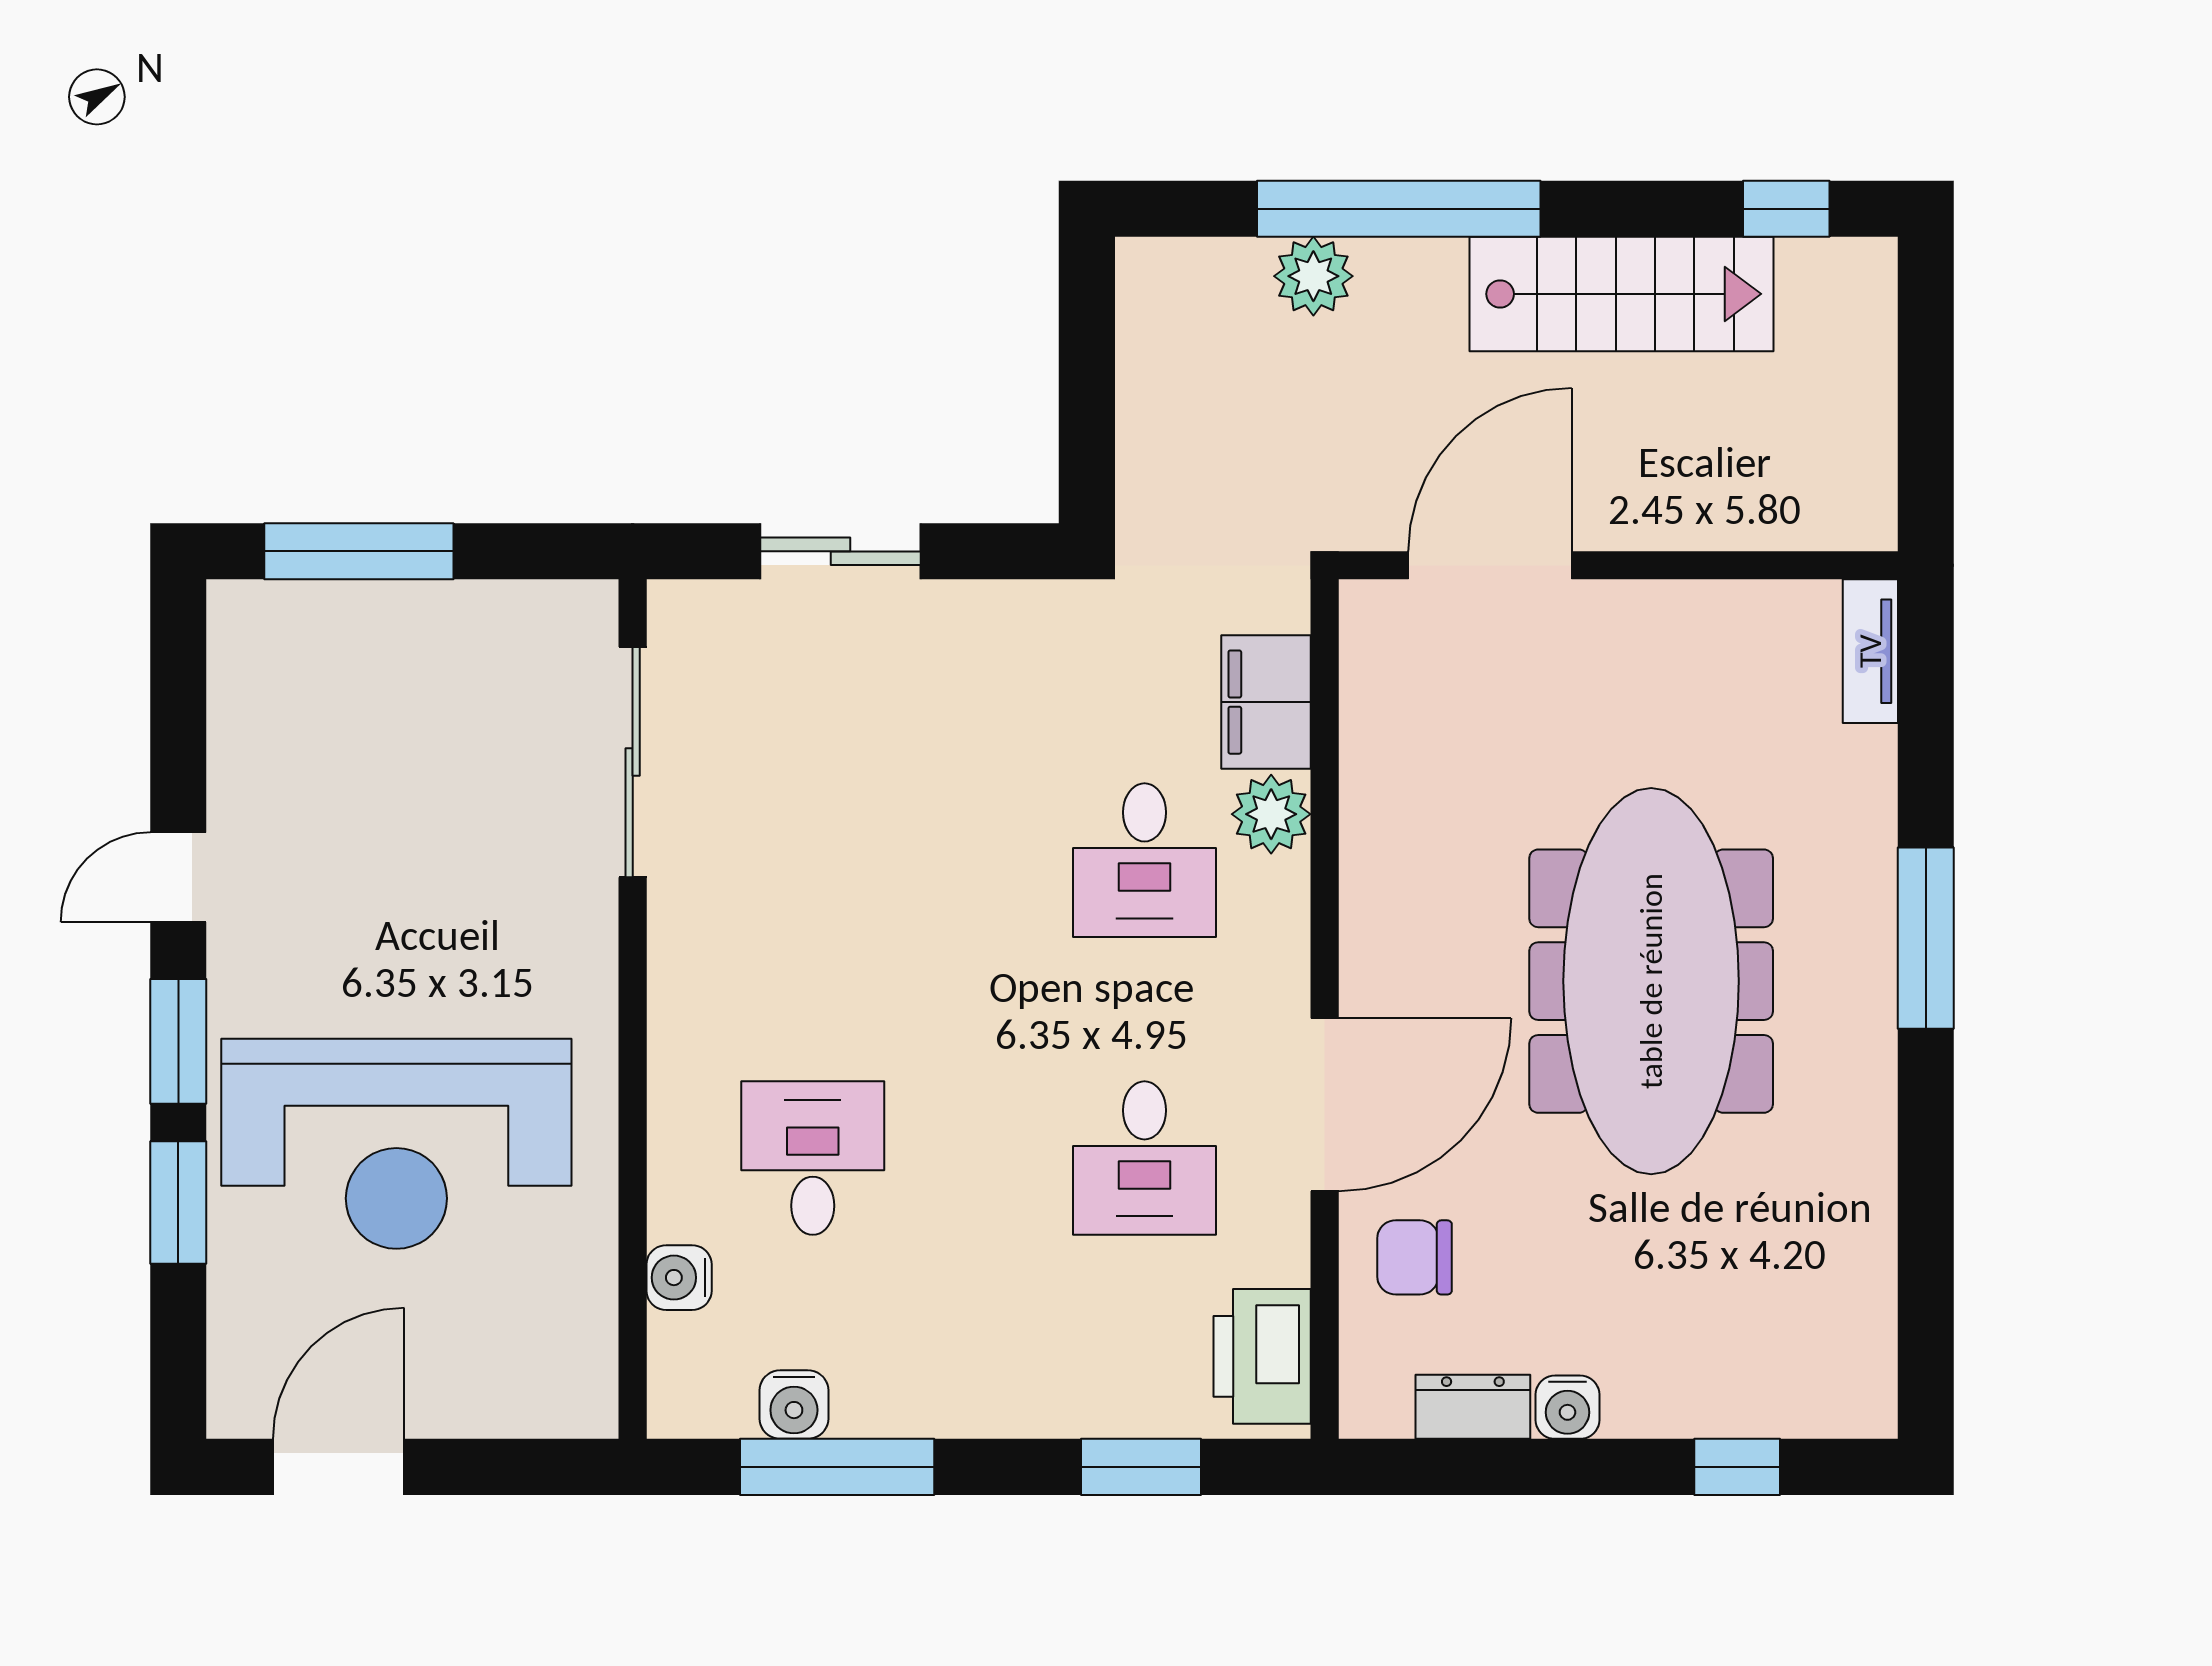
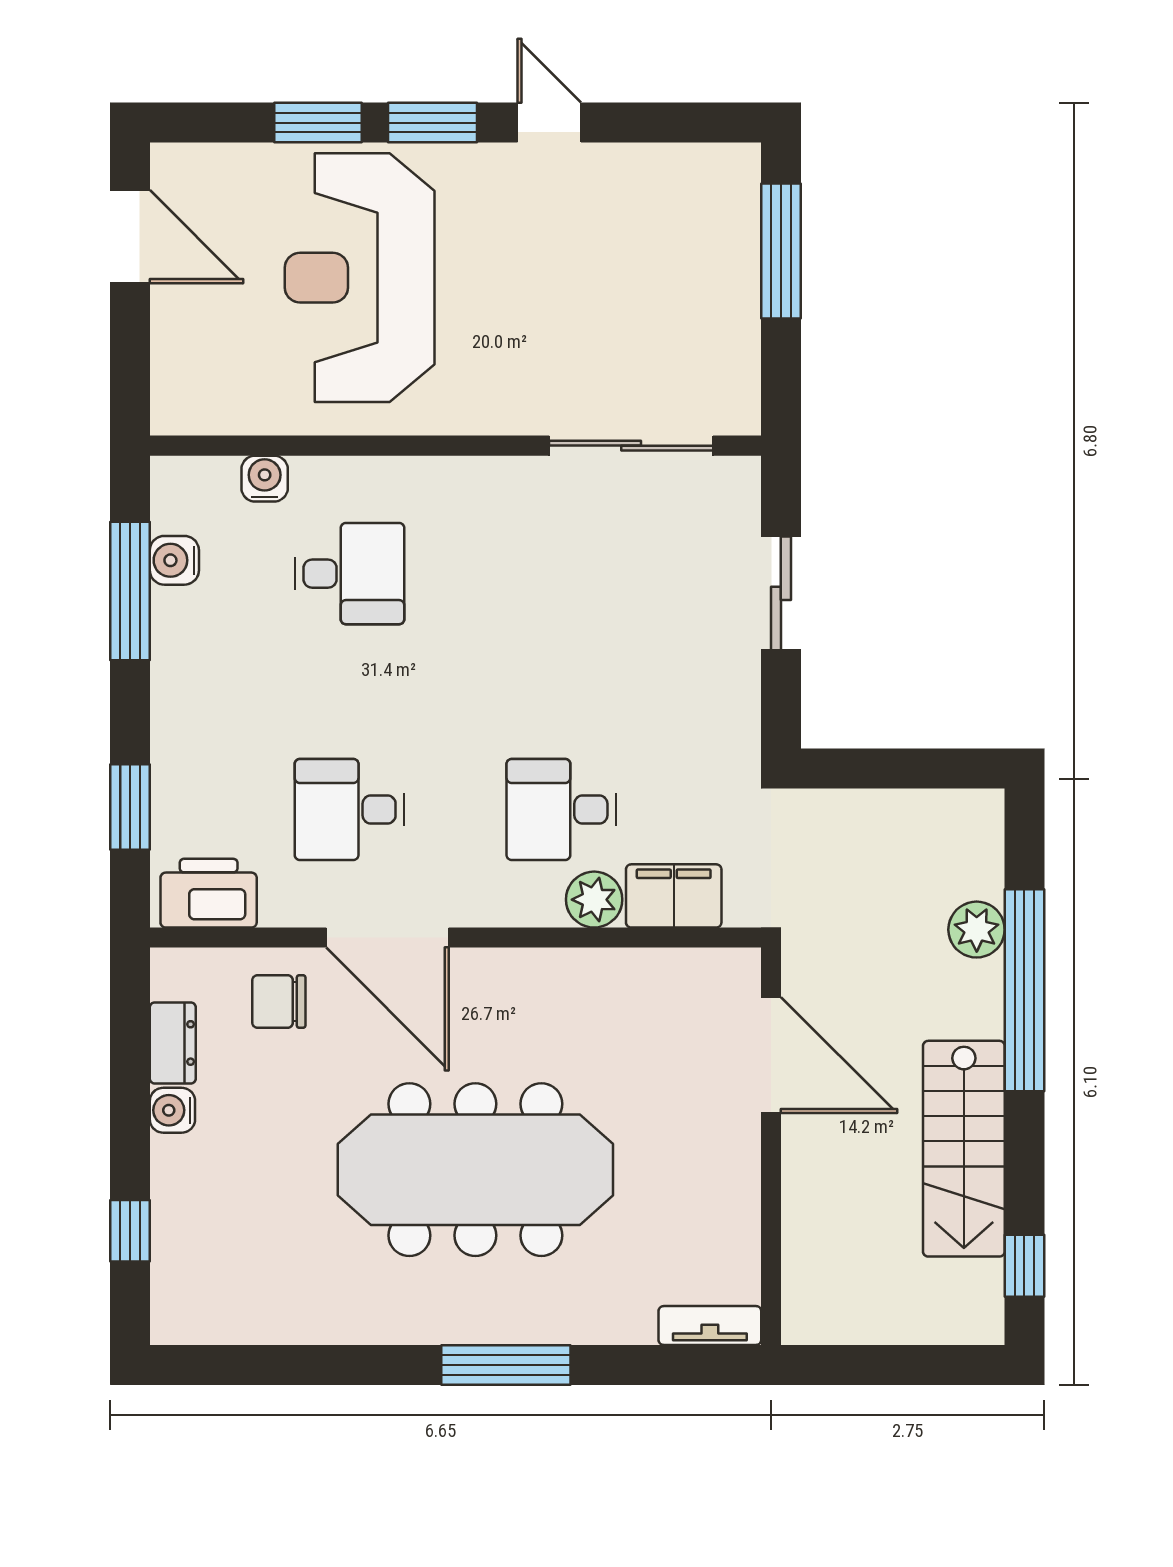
chair: (1415, 1257) -> (279, 1001), turned -90

